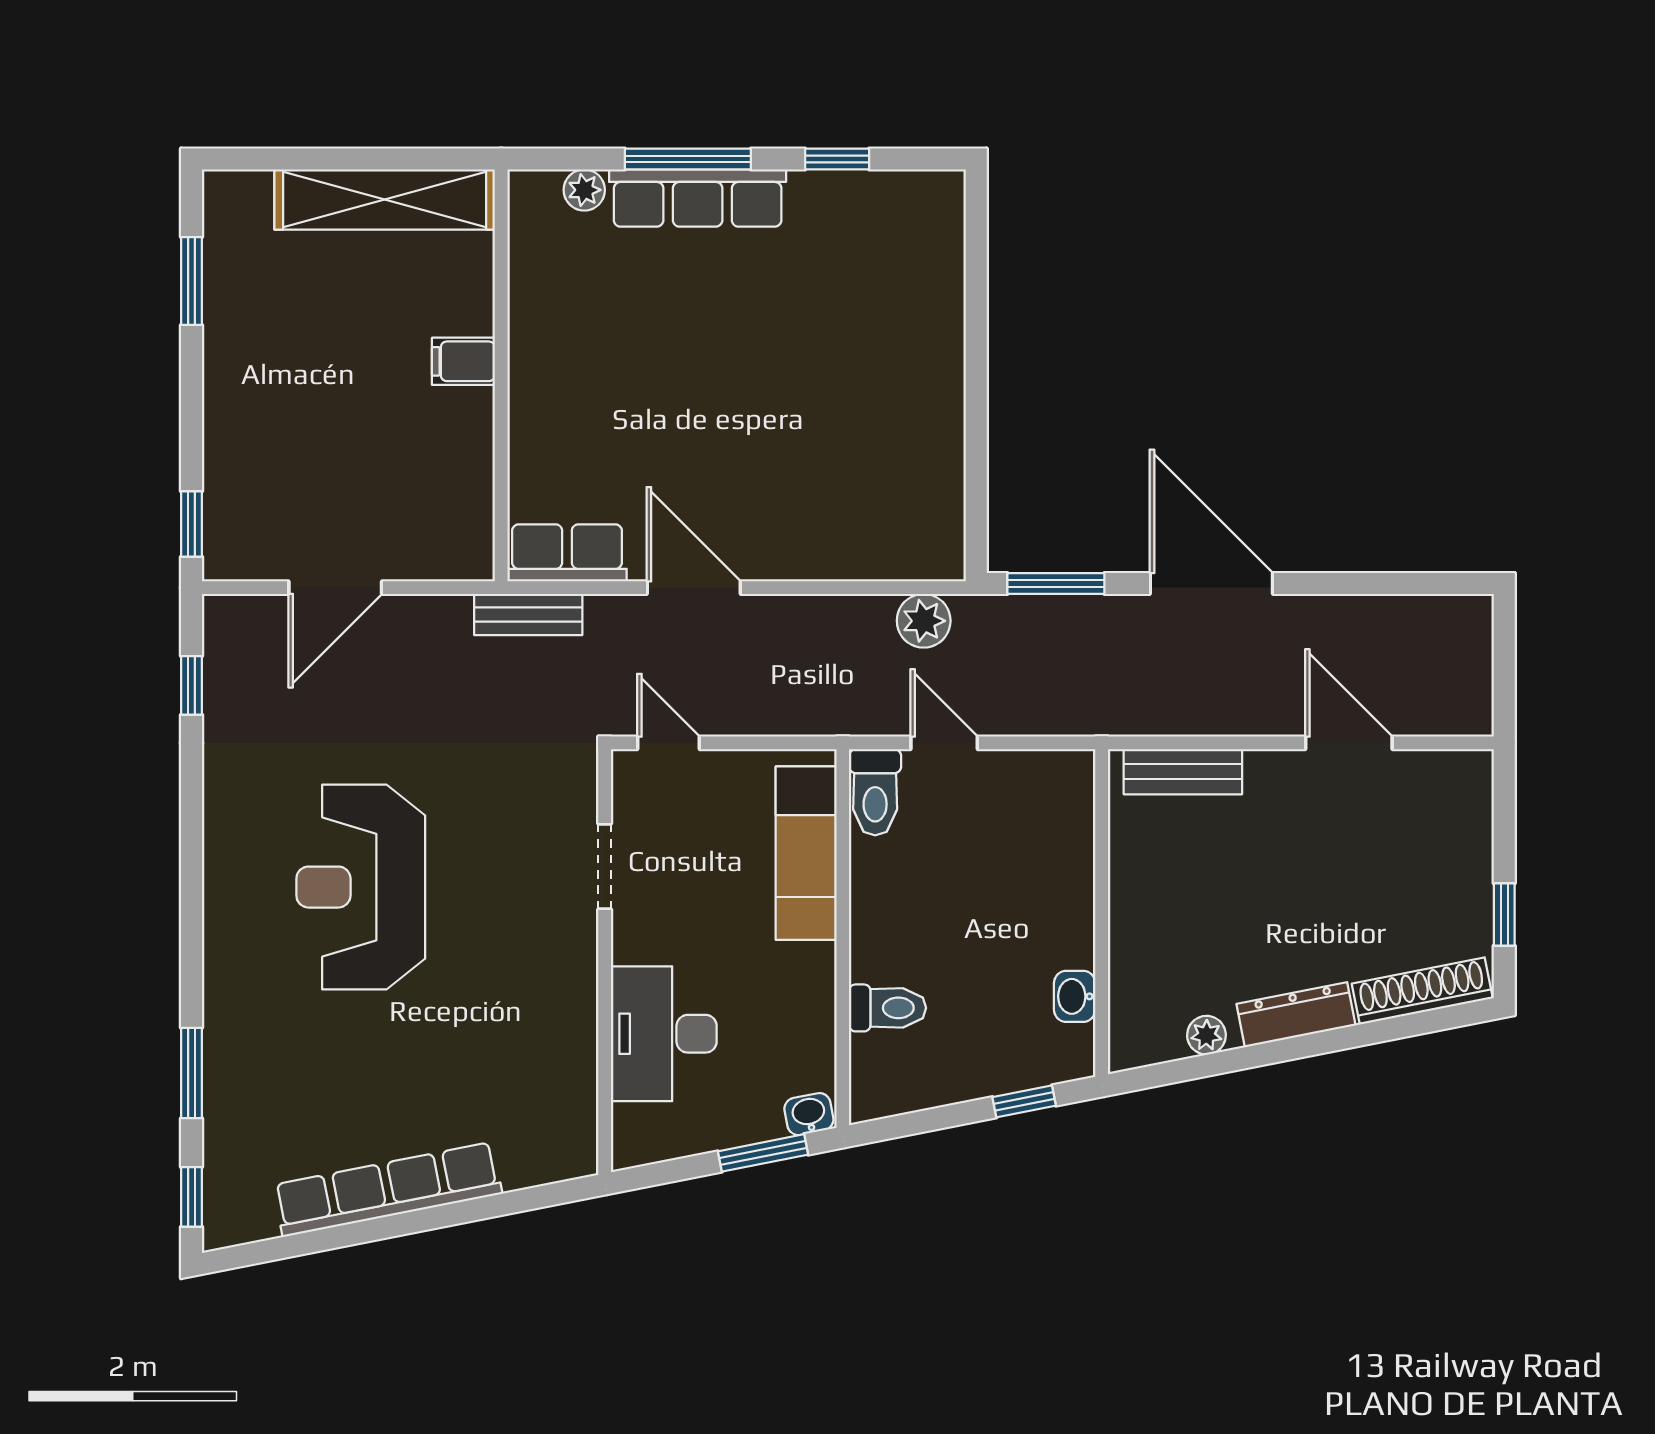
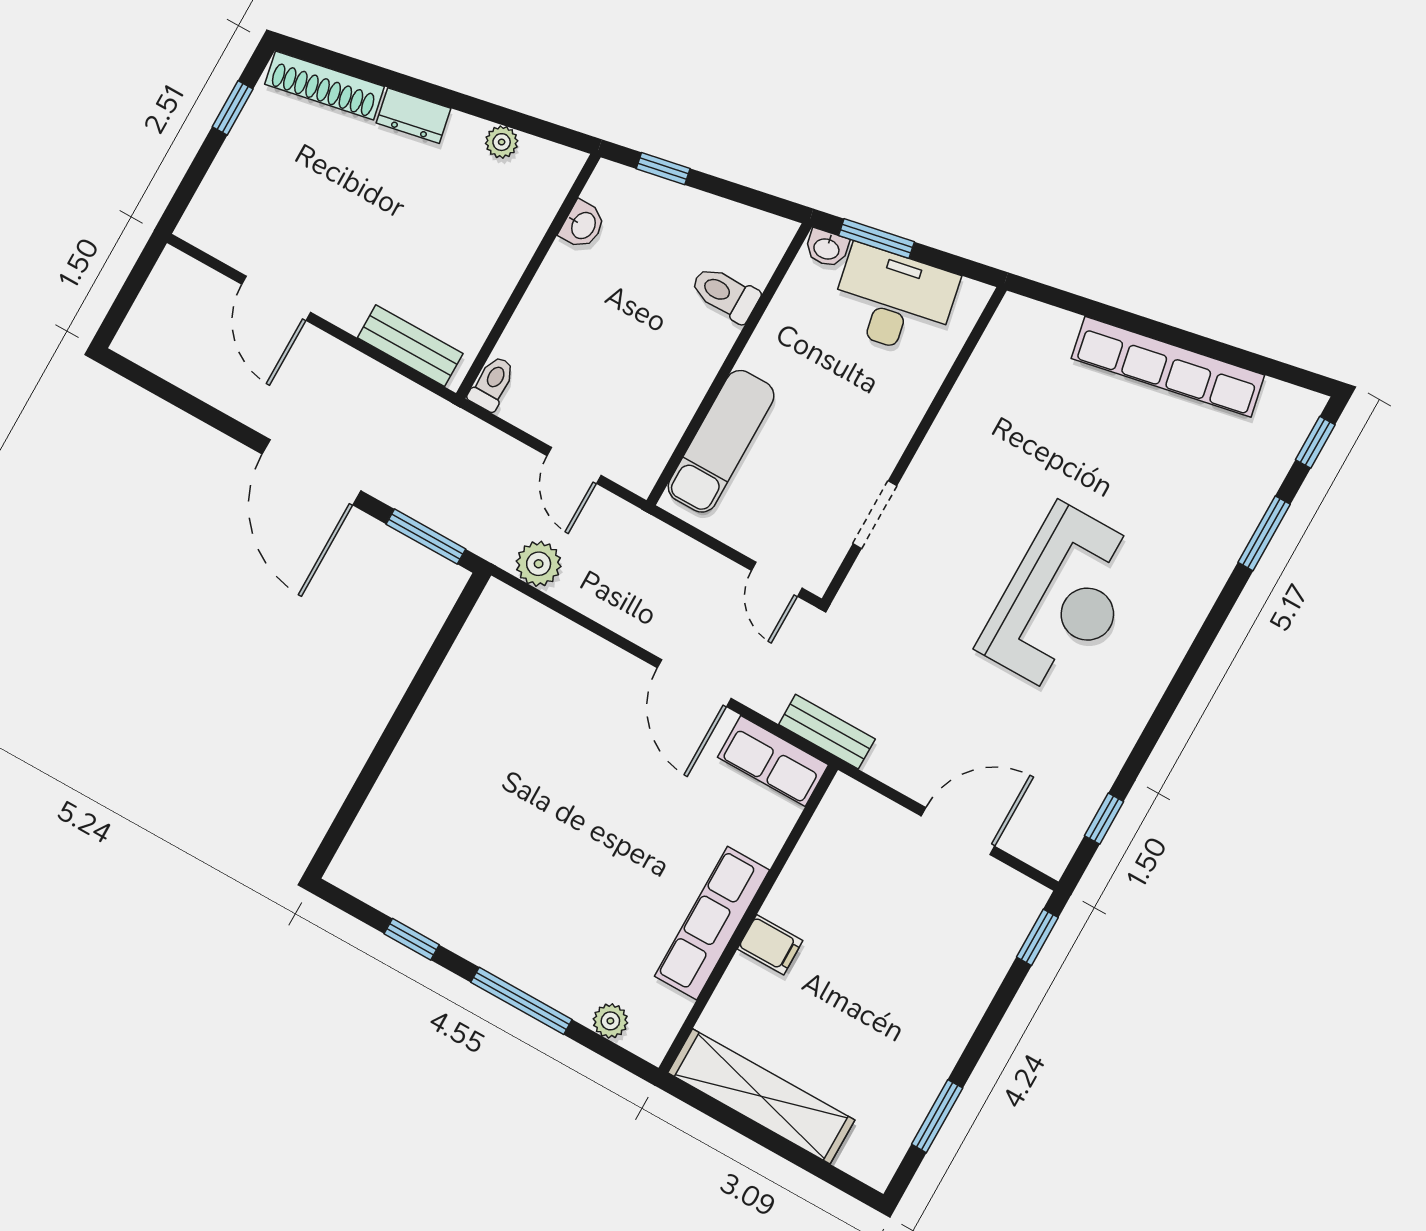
row of seats: (698, 198) -> (712, 923), moved, turned -90
toilet: (875, 792) -> (492, 383), moved, width x0.73, depth x0.72
dresser: (1296, 1015) -> (413, 116), width x0.70
desk: (664, 1034) -> (894, 300), moved, turned -101

